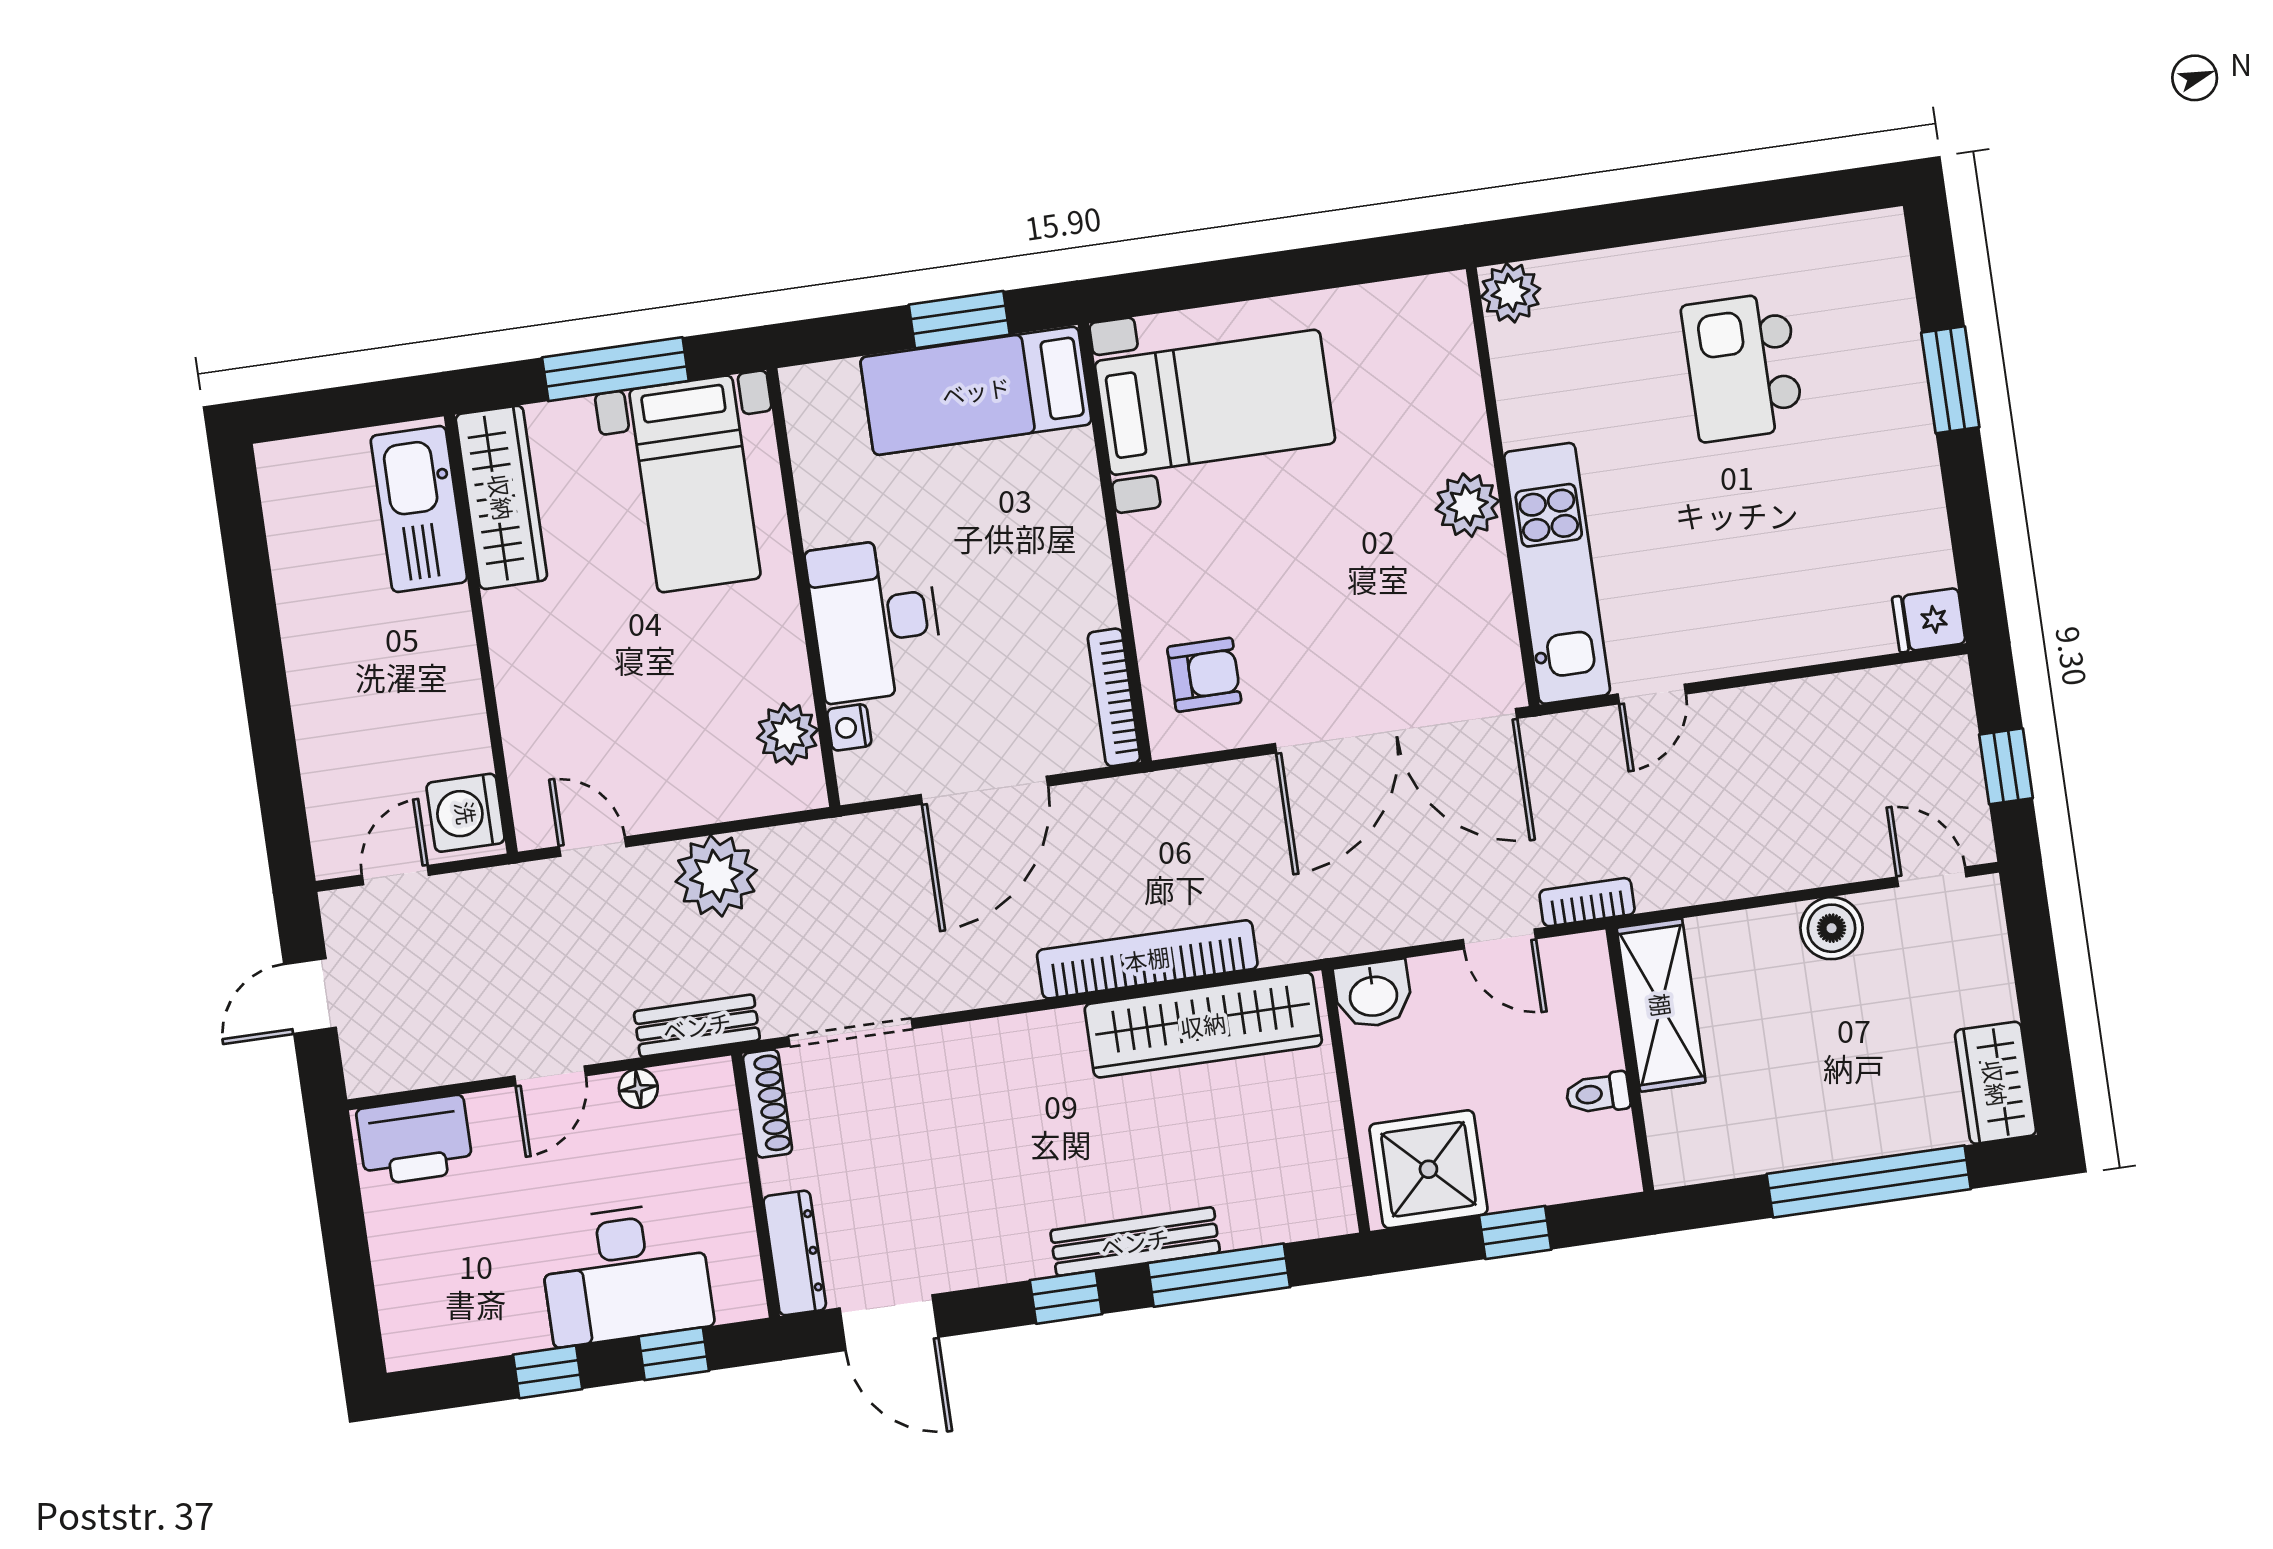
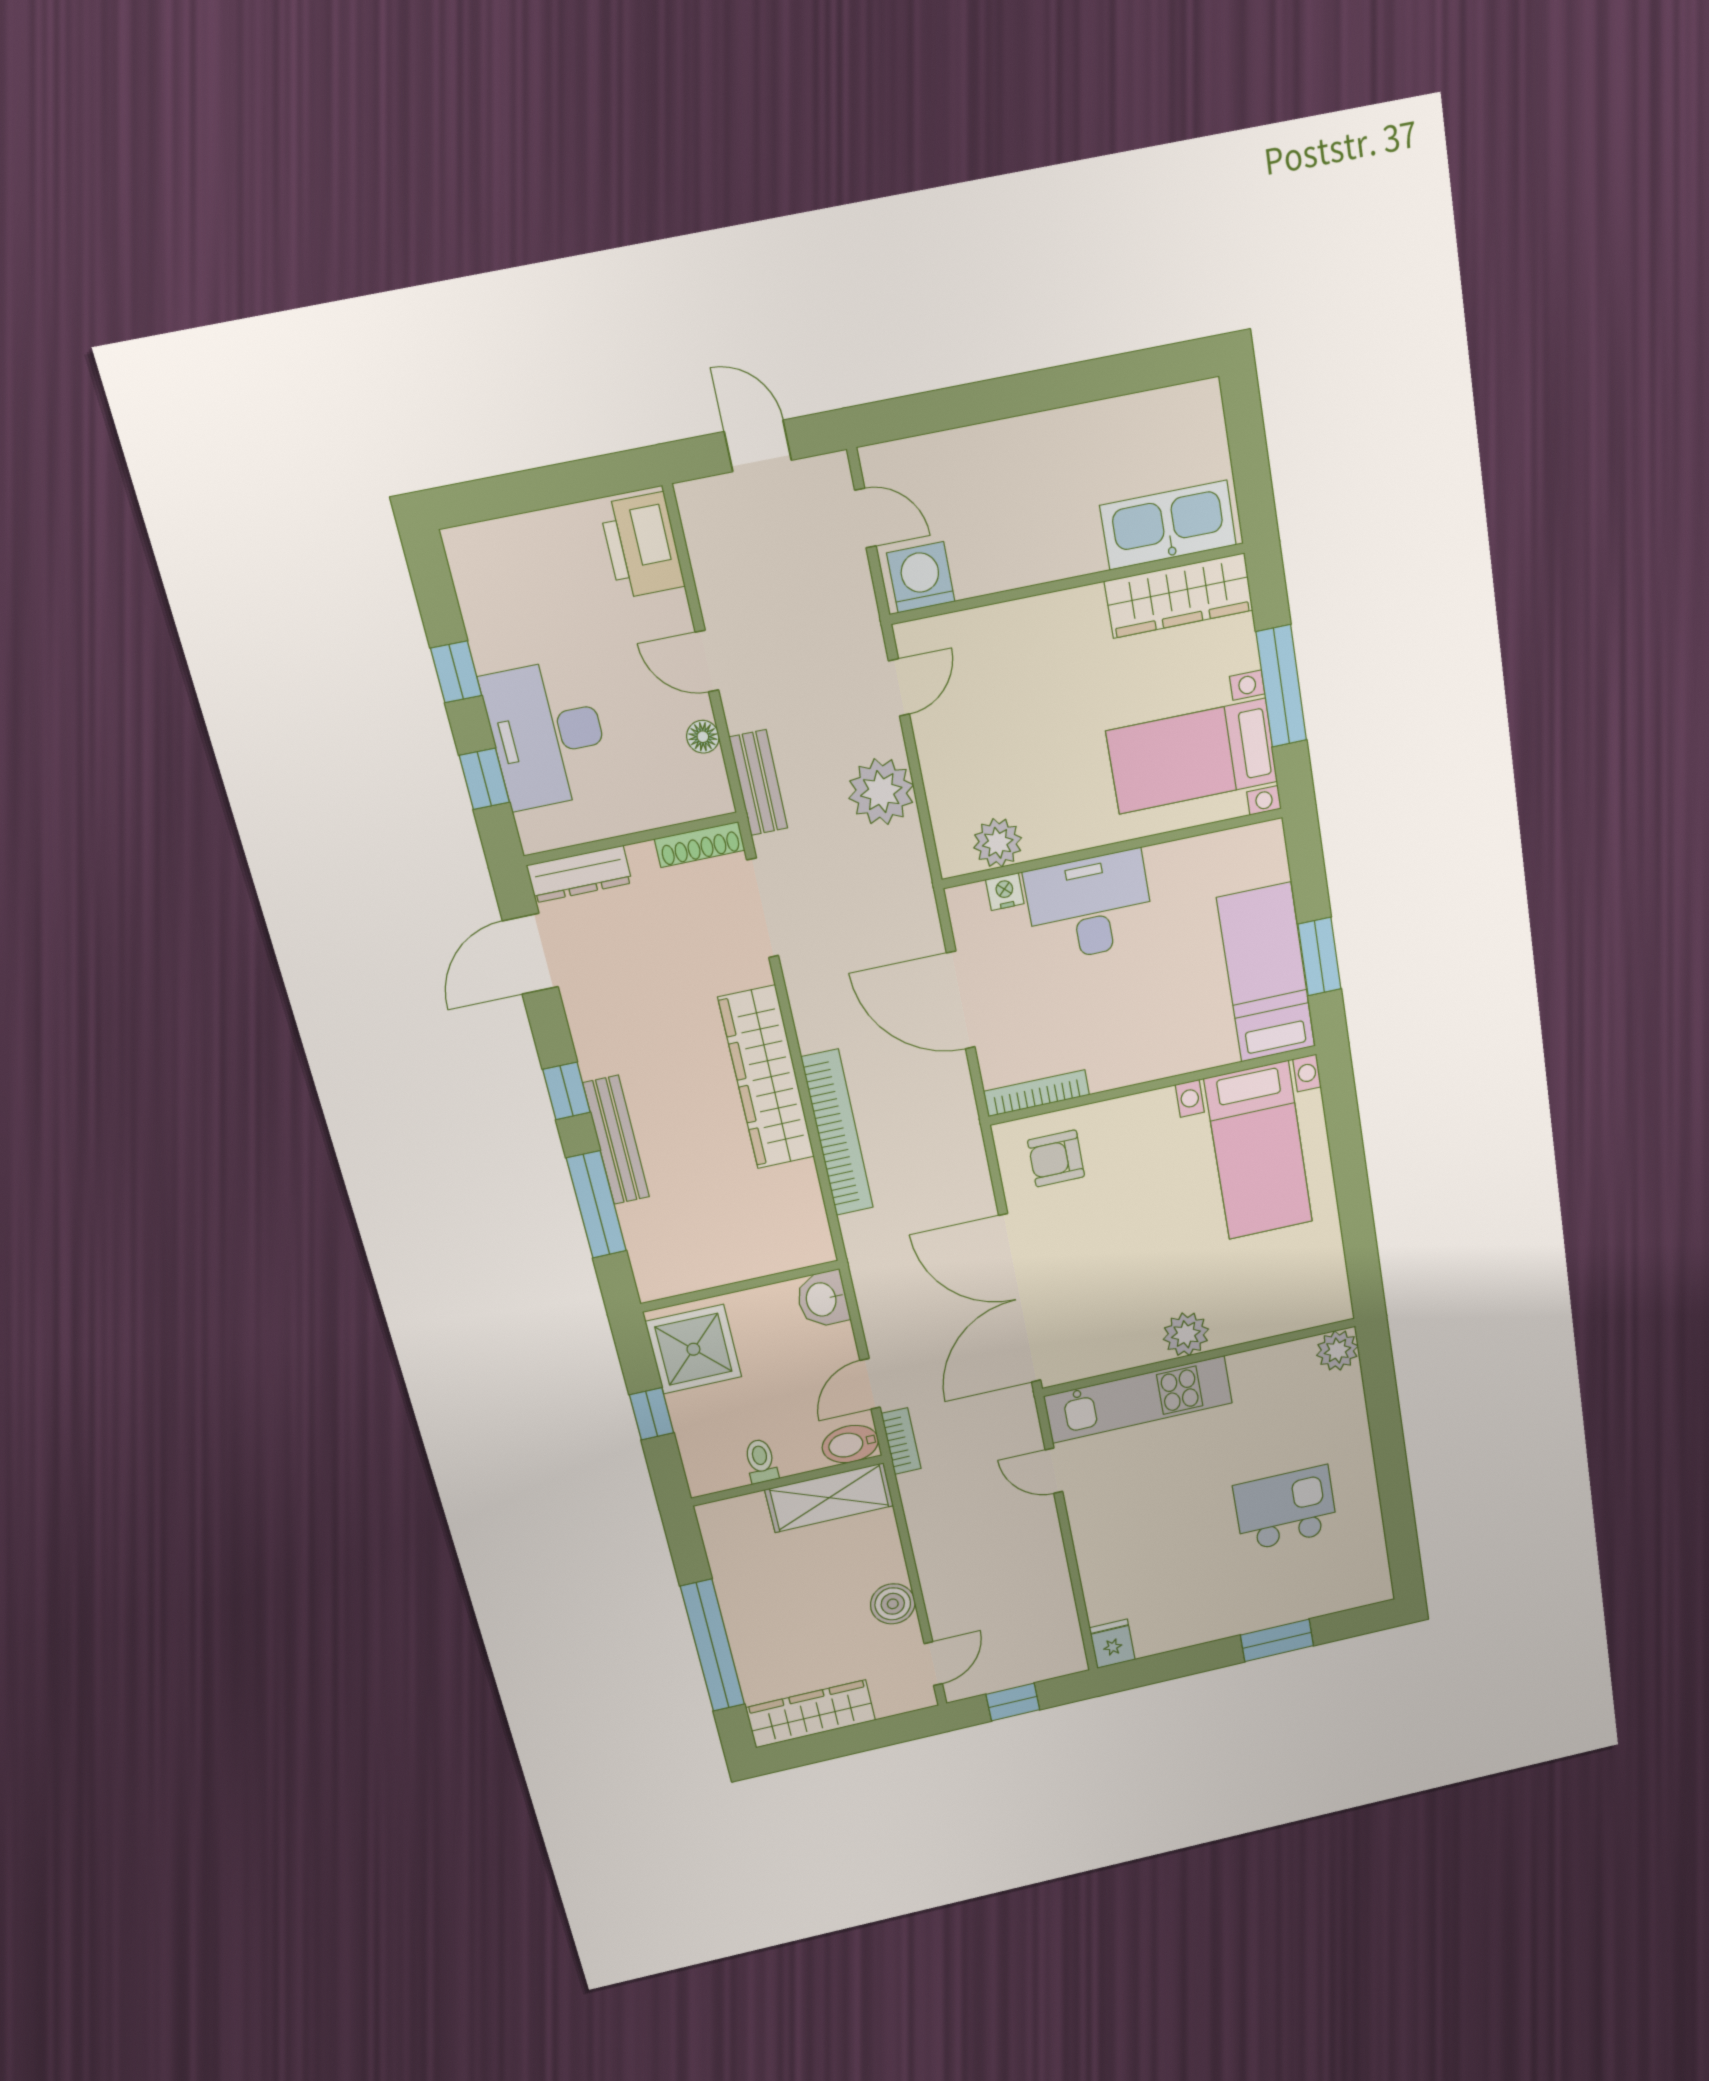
armchair: (1204, 675) -> (1056, 1158), turned 90
bidet: (1585, 971) -> (850, 1444), added
wardrobe: (1203, 1025) -> (767, 1078), moved
wardrobe: (1995, 1083) -> (811, 1714), width x1.50

